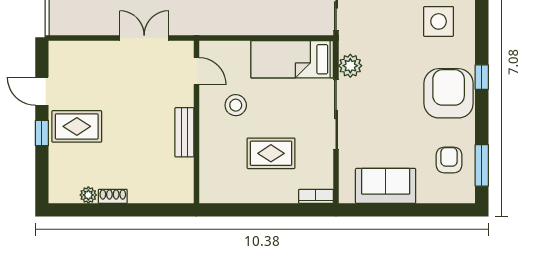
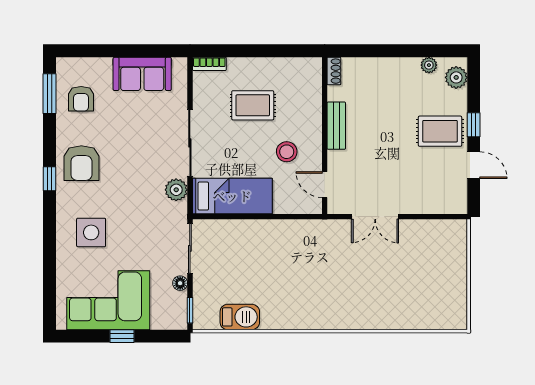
armchair: (449, 93) -> (81, 163), width x0.73, depth x0.73
plant: (60, 182) -> (456, 77), added
shoe rack: (113, 196) -> (334, 71), moved, turned -90

